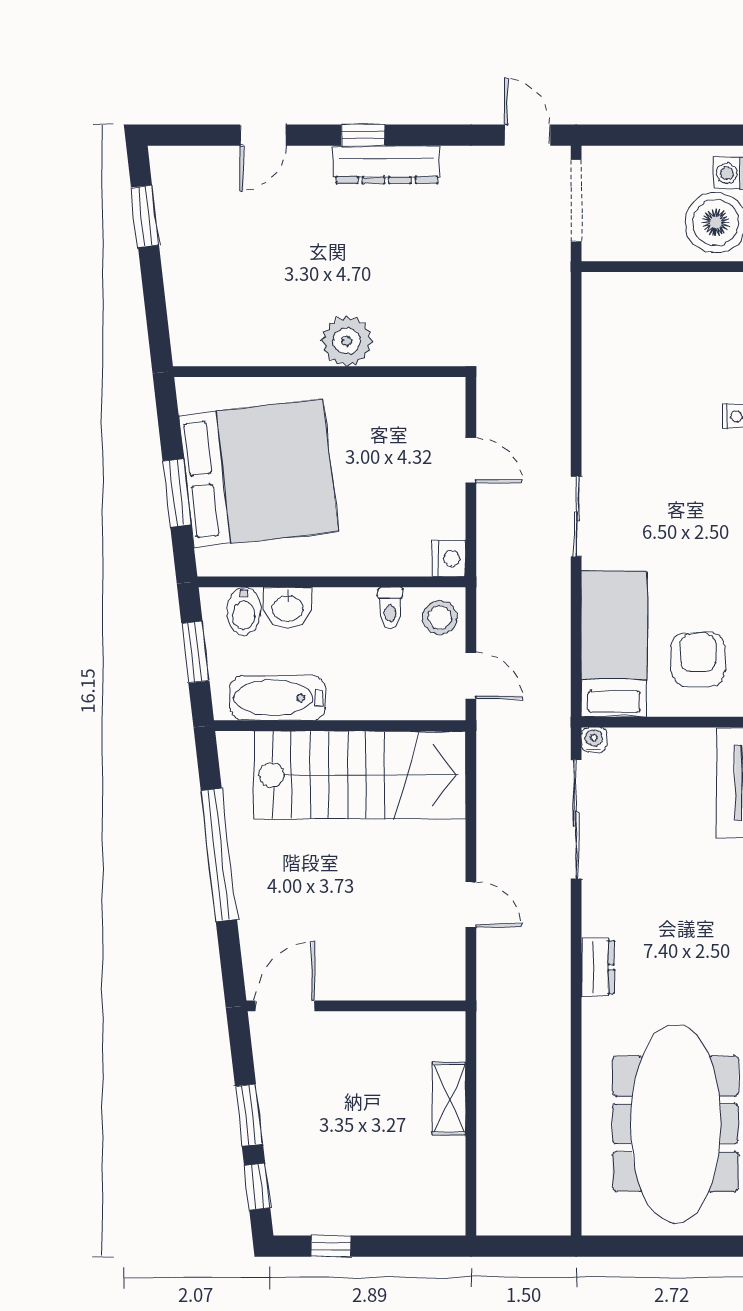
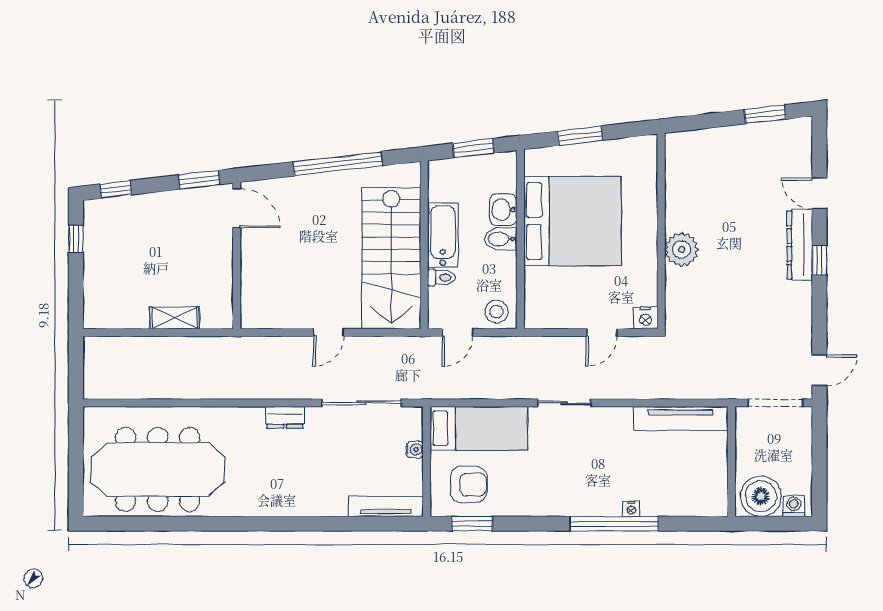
dresser: (387, 165) -> (800, 245), moved
tv unit: (599, 343) -> (680, 419), added
bed: (258, 473) -> (572, 221), moved, turned -83
nightstand: (449, 559) -> (645, 318), moved
toilet: (390, 608) -> (441, 278), moved, turned 180
bidet: (244, 611) -> (501, 239), moved
bathtub: (278, 698) -> (443, 235), moved
water cooler: (594, 740) -> (415, 450), moved
door: (471, 905) -> (329, 333), moved
dresser: (598, 967) -> (285, 417), moved
window: (249, 1115) -> (199, 180), moved

